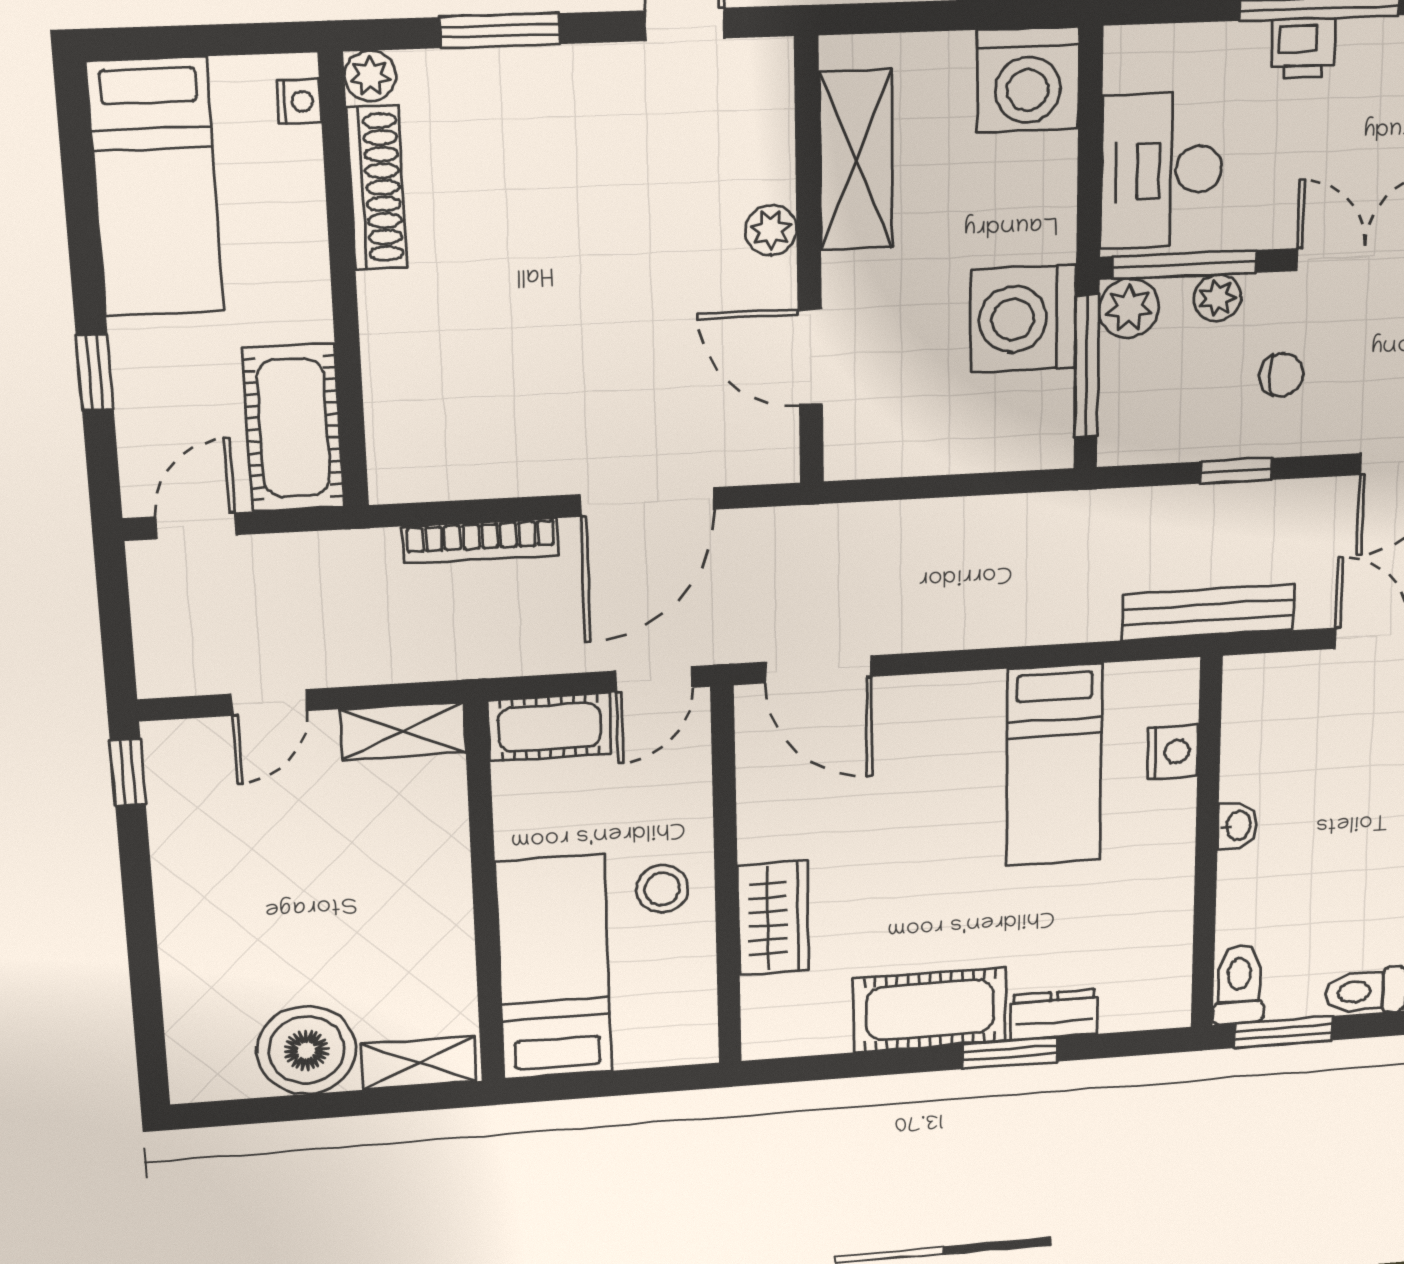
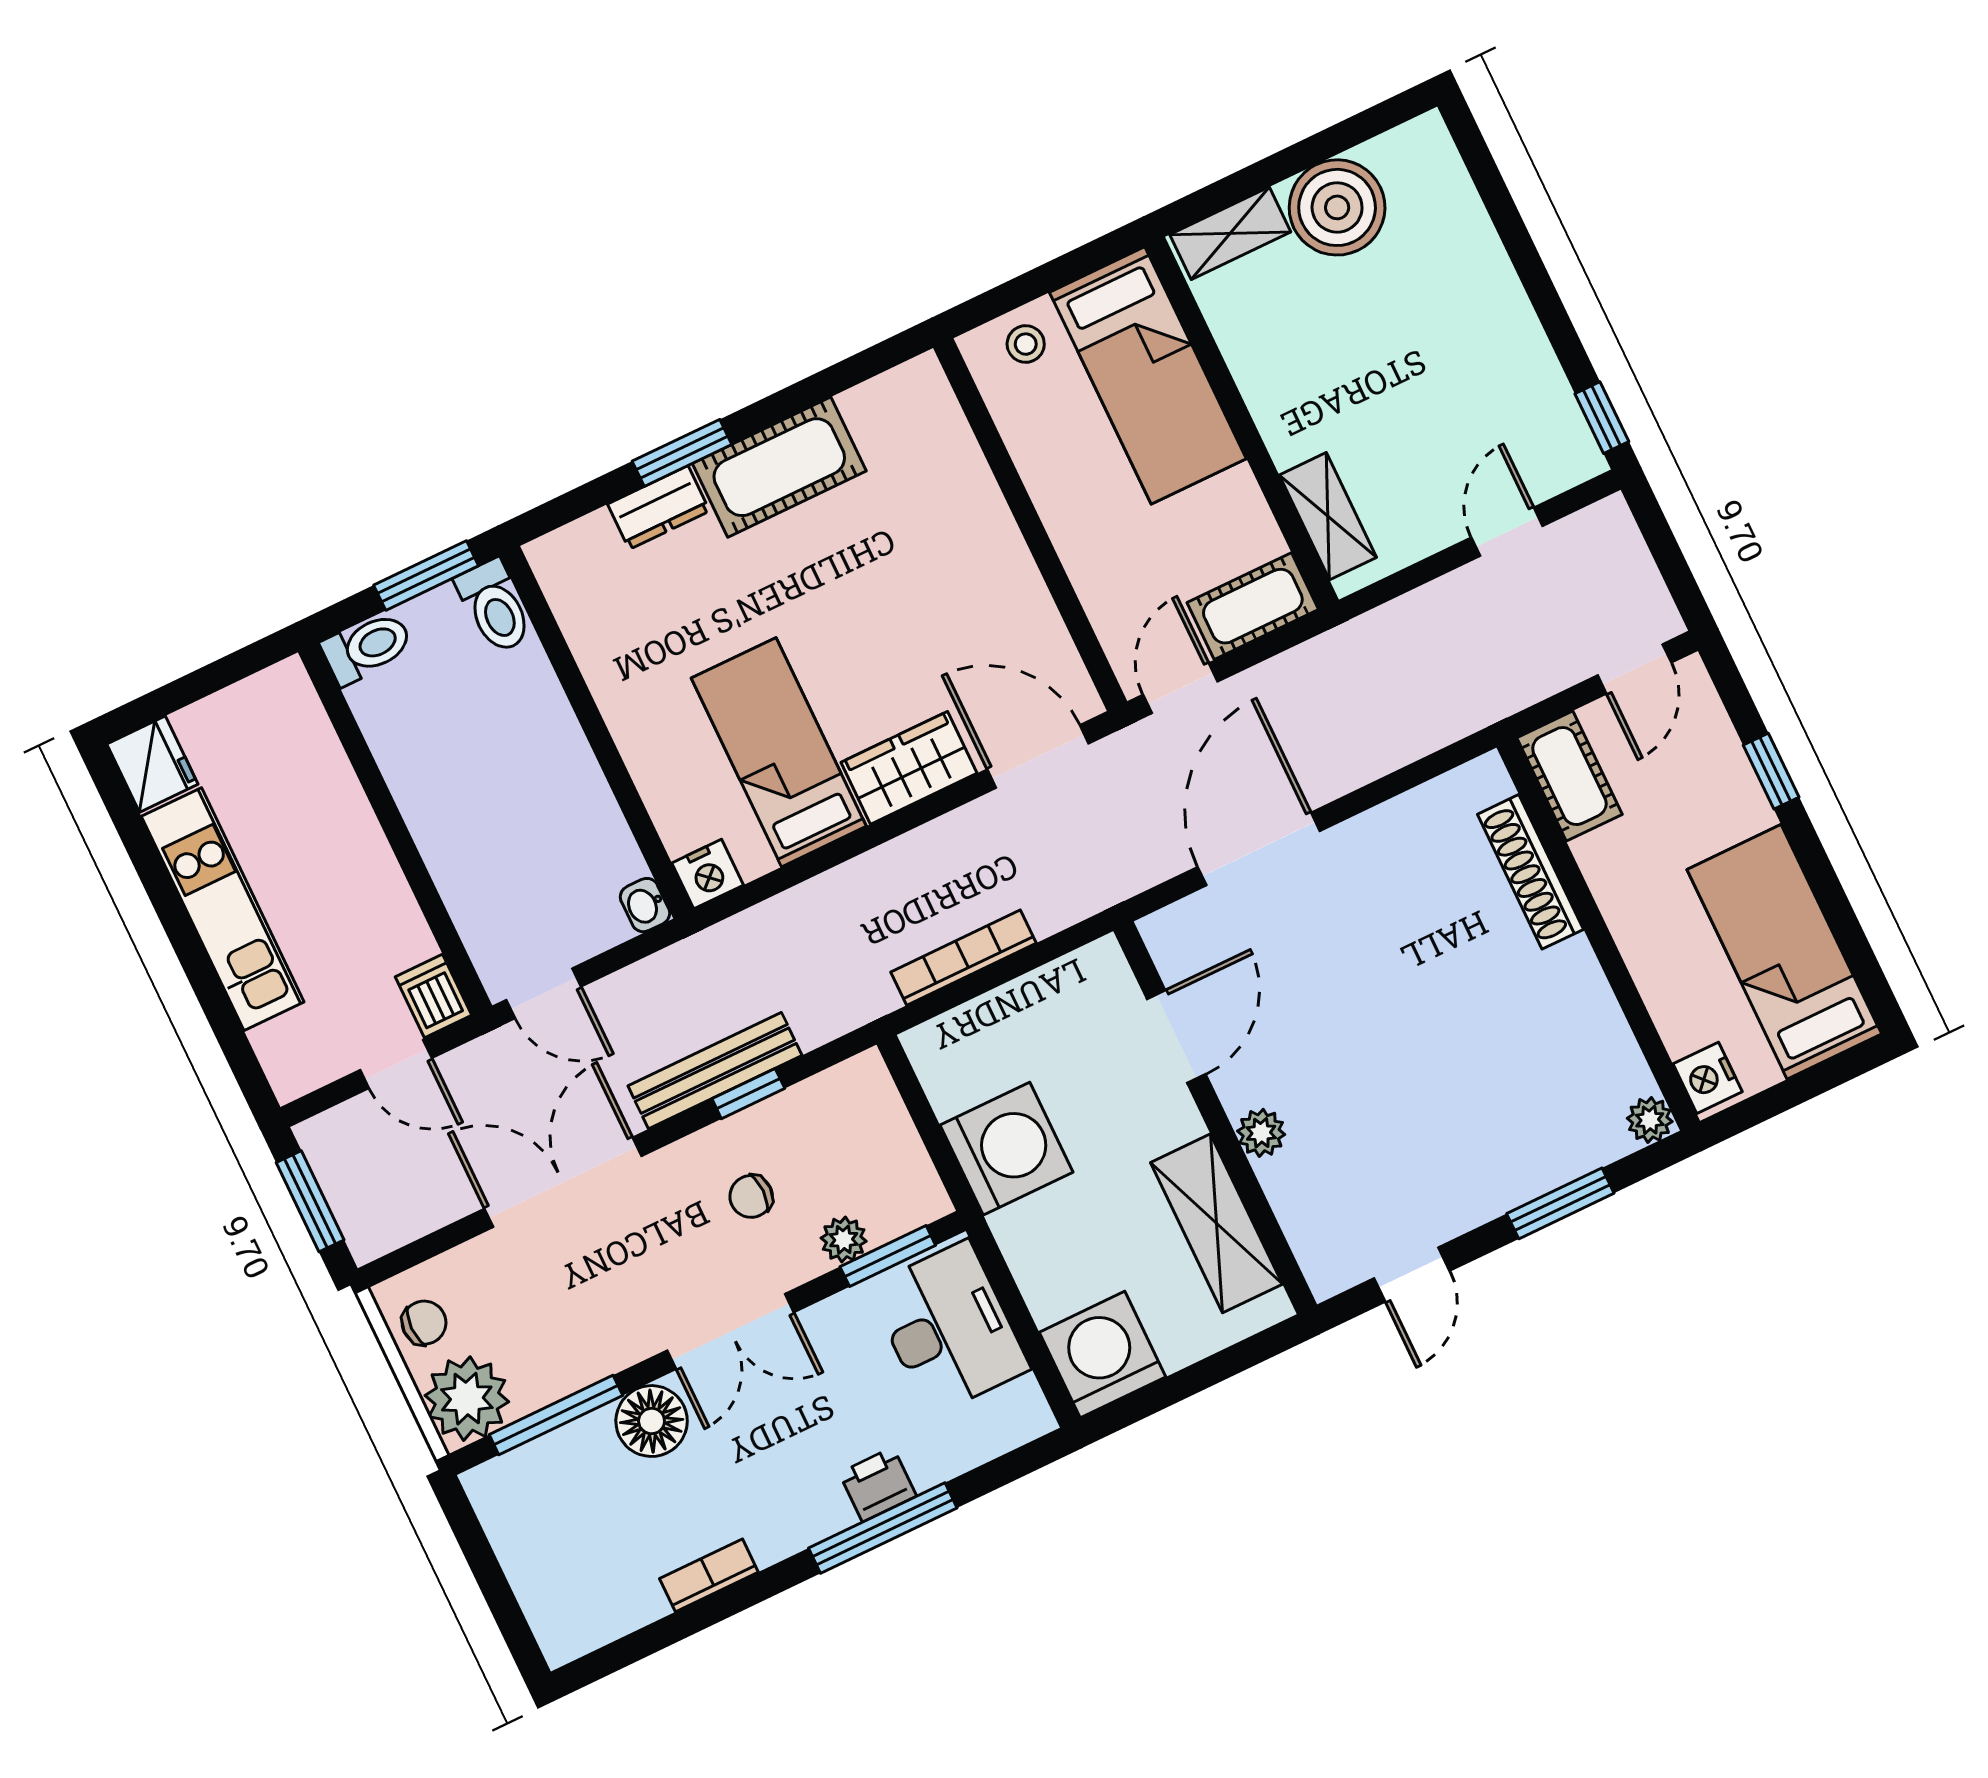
nightstand: (299, 101) -> (1708, 1078), width x1.39, depth x1.35
shoe rack: (377, 188) -> (1530, 872), moved
window: (1184, 265) -> (888, 1256), width x0.69
plant: (1129, 308) -> (918, 1197), removed
door: (810, 357) -> (1176, 1037), hinge flipped
window: (1087, 366) -> (930, 1131), removed
cot: (293, 428) -> (1569, 776), width x0.73, depth x0.75
bookcase: (481, 541) -> (964, 958), moved
bench: (1208, 612) -> (715, 1071), moved
shelving: (403, 731) -> (1328, 516), moved, turned 90
nightstand: (1173, 752) -> (708, 874), moved, turned -90
washbasin: (1237, 826) -> (645, 905), moved
stool: (662, 889) -> (1026, 344), moved, width x0.73, depth x0.73
wardrobe: (773, 918) -> (909, 768), moved, turned 90

